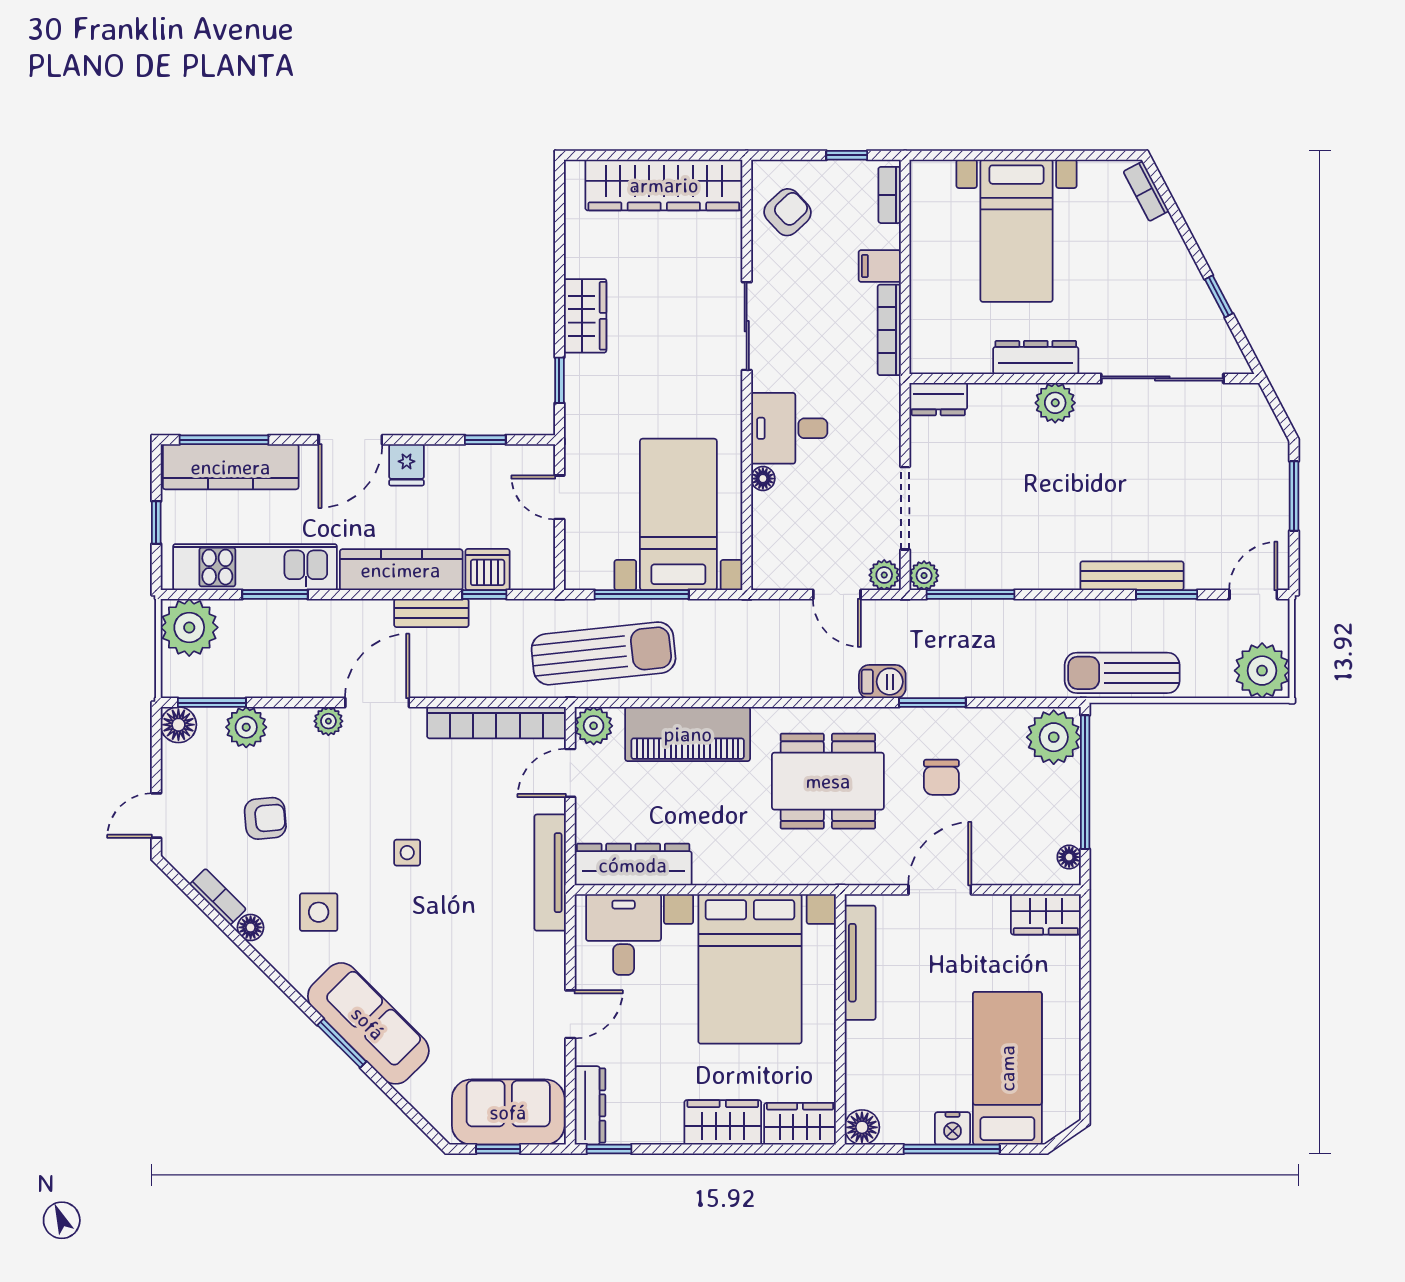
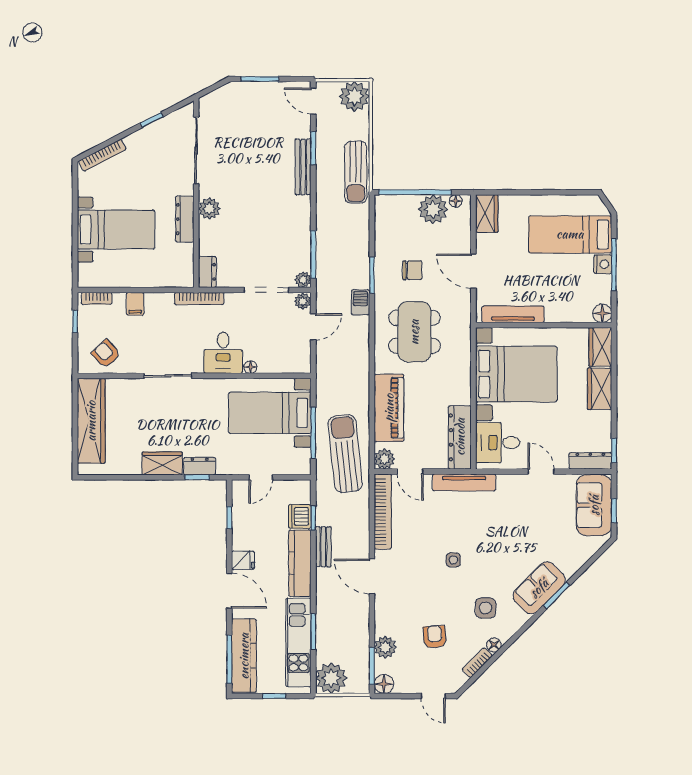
bookcase: (1146, 191) -> (102, 155), width x1.56
bookcase: (889, 330) -> (199, 299), moved
dresser: (580, 385) -> (200, 466), added
plant: (328, 721) -> (382, 603), removed
plant: (1054, 737) -> (433, 209), moved
sofa: (368, 1023) -> (539, 588), width x0.73

